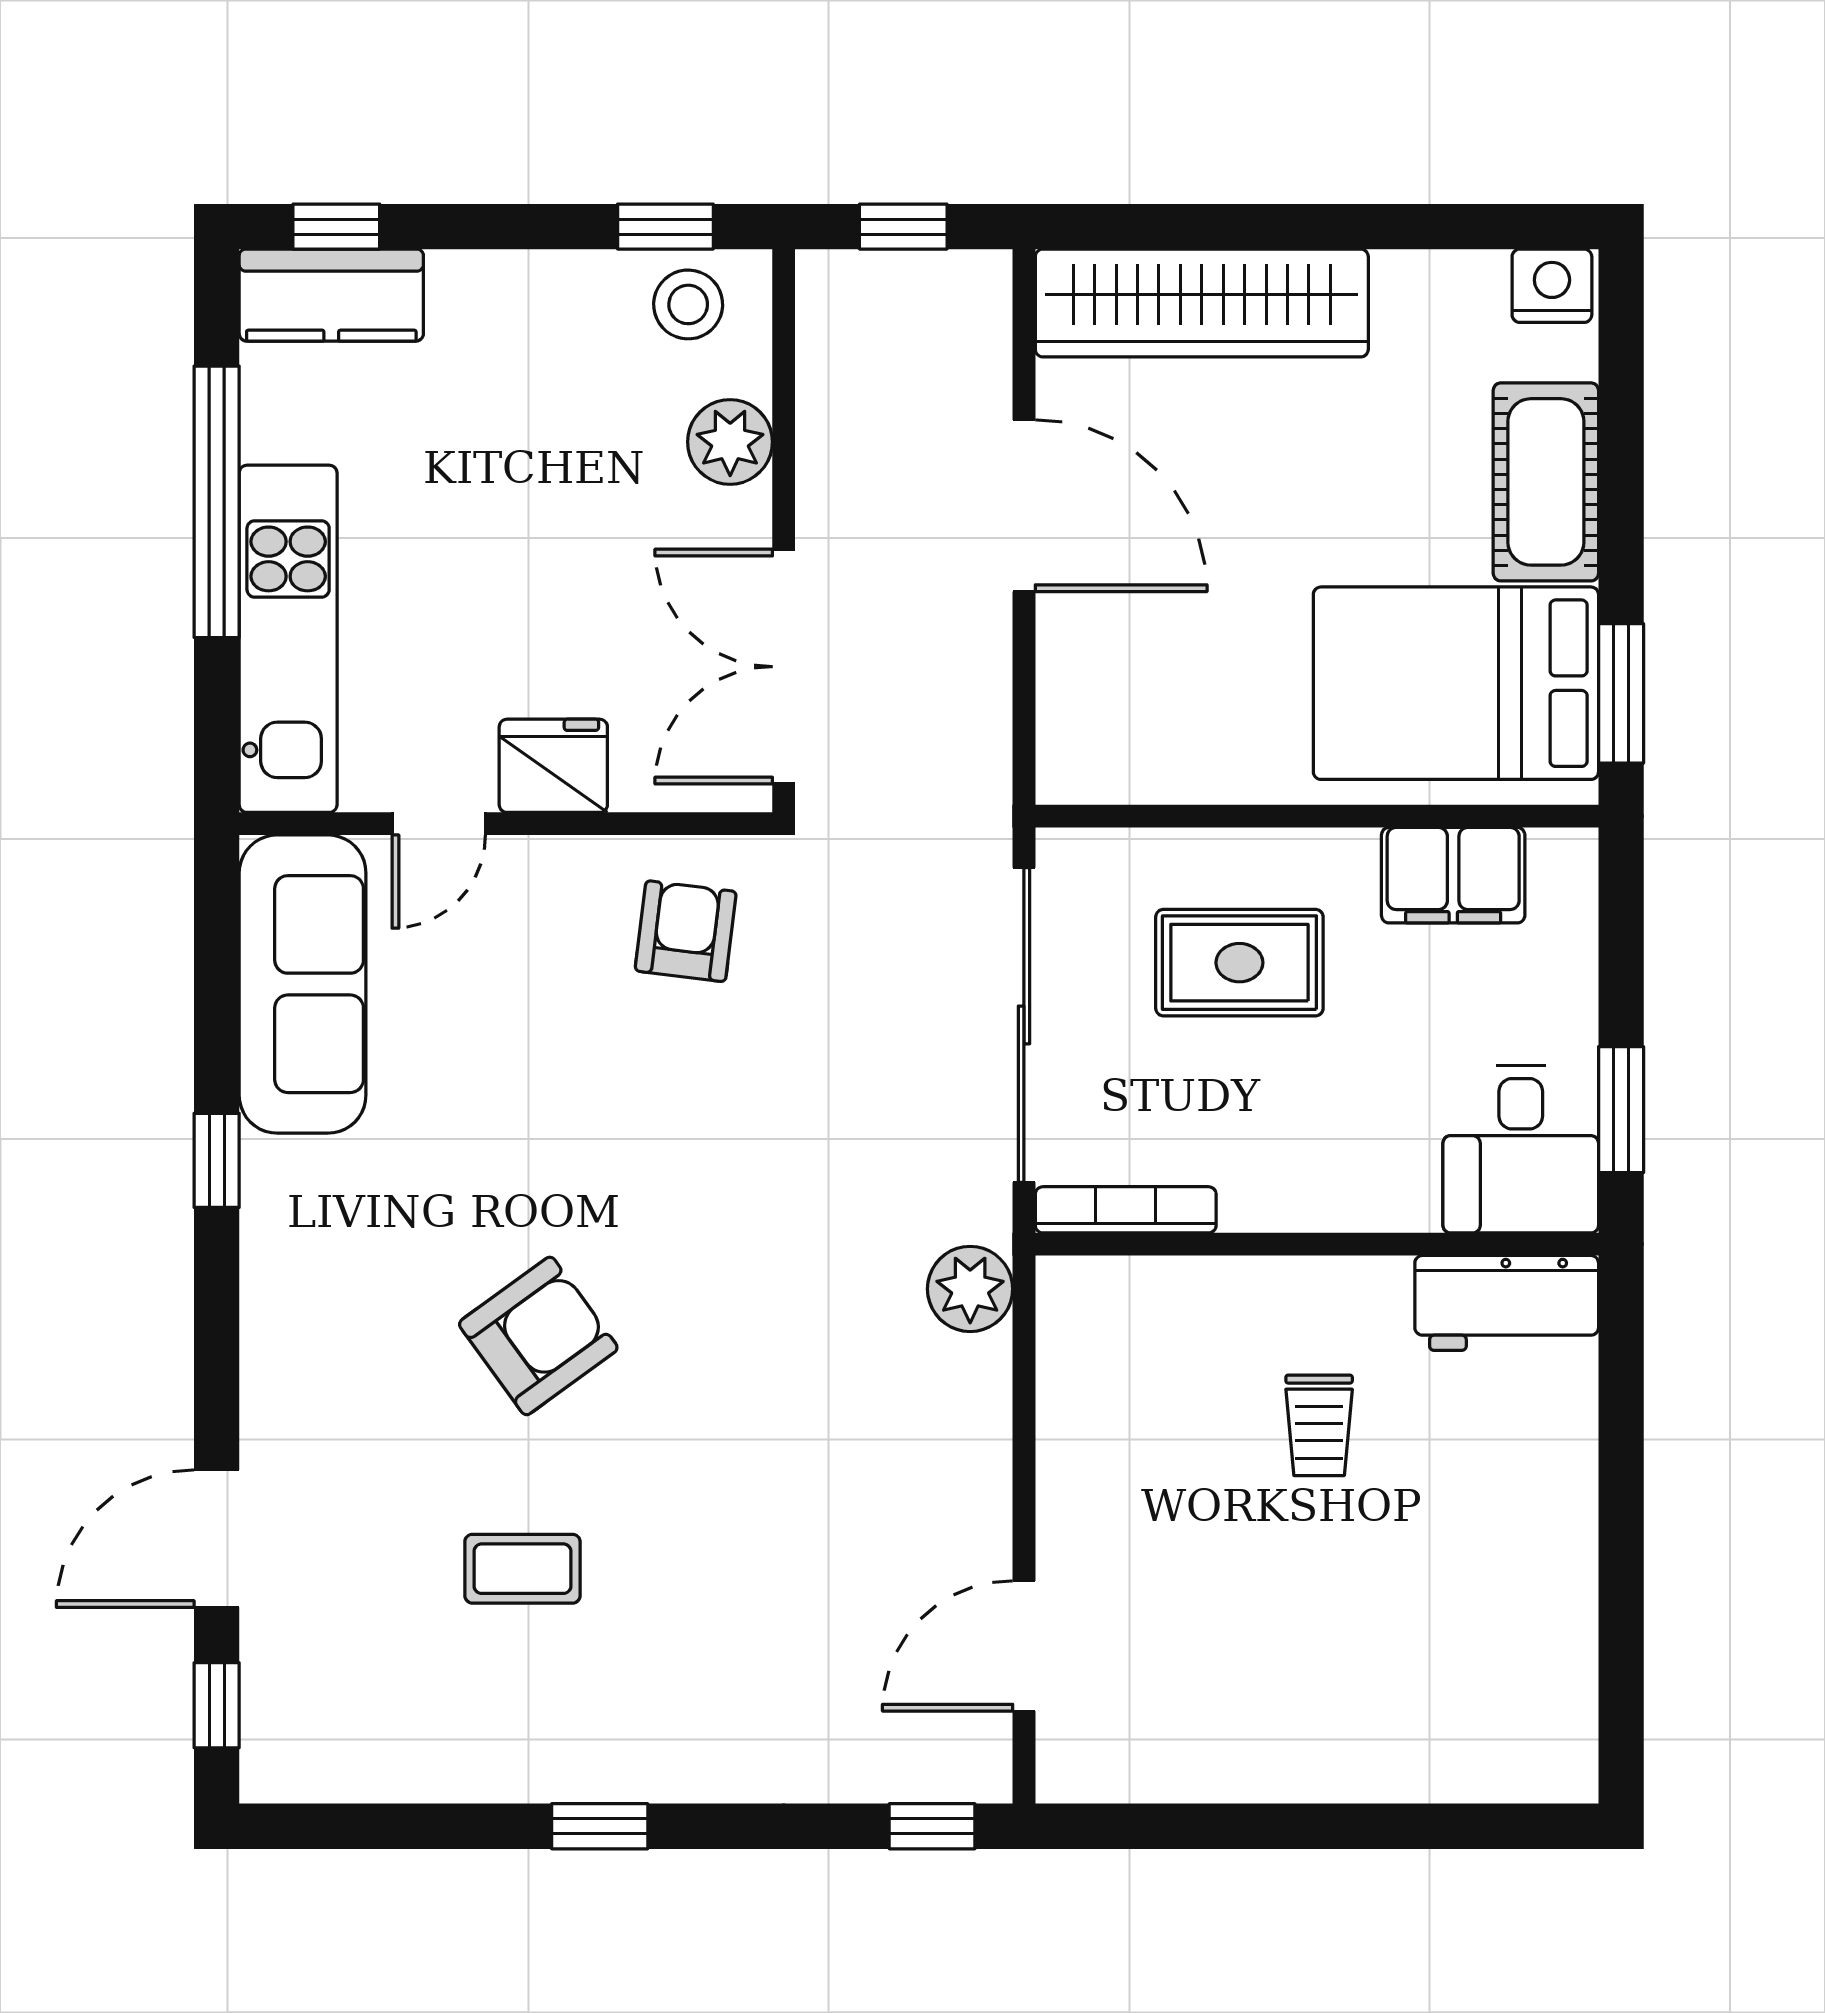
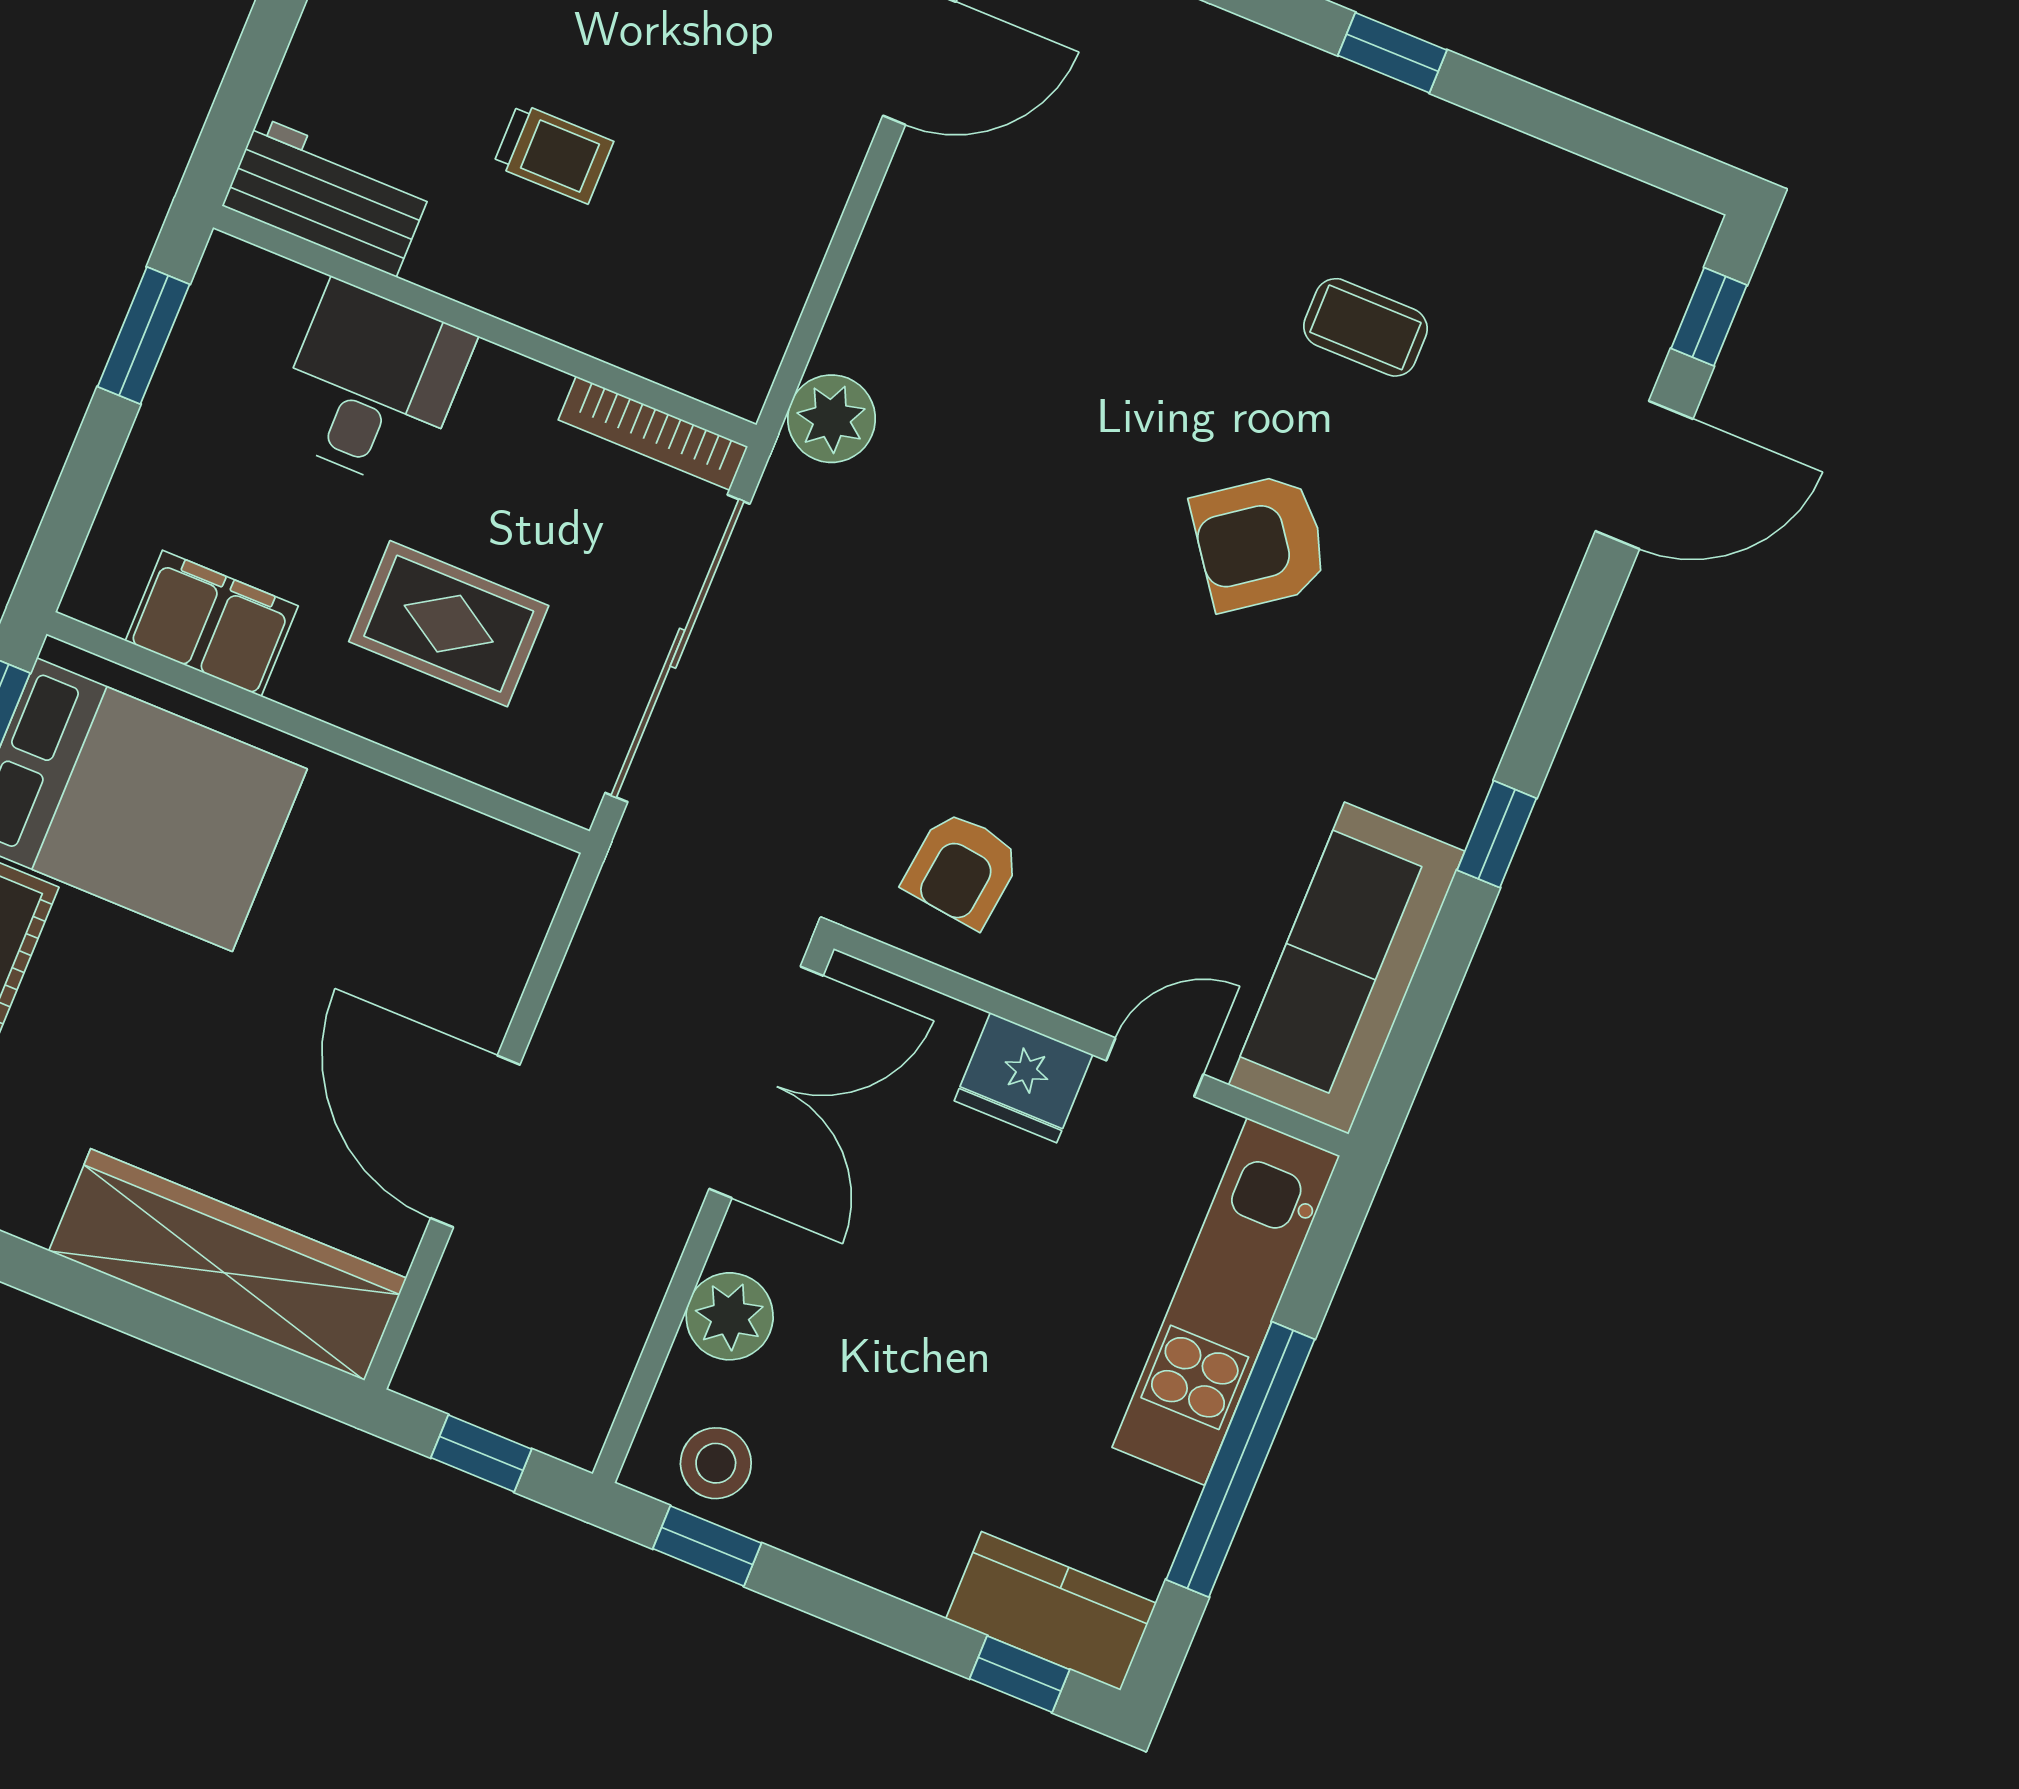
desk: (1521, 1149) -> (372, 386), moved
trolley: (1319, 1425) -> (553, 153), turned 90

